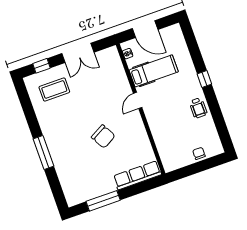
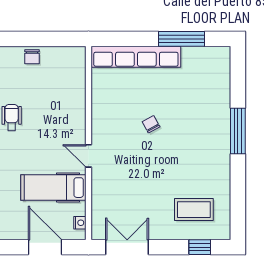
double door: (78, 53) -> (127, 247), moved
door: (138, 100) -> (88, 156), swing flipped
chair: (103, 136) -> (151, 124), width x0.54, depth x0.54
row of seats: (137, 175) -> (136, 57), width x1.36

